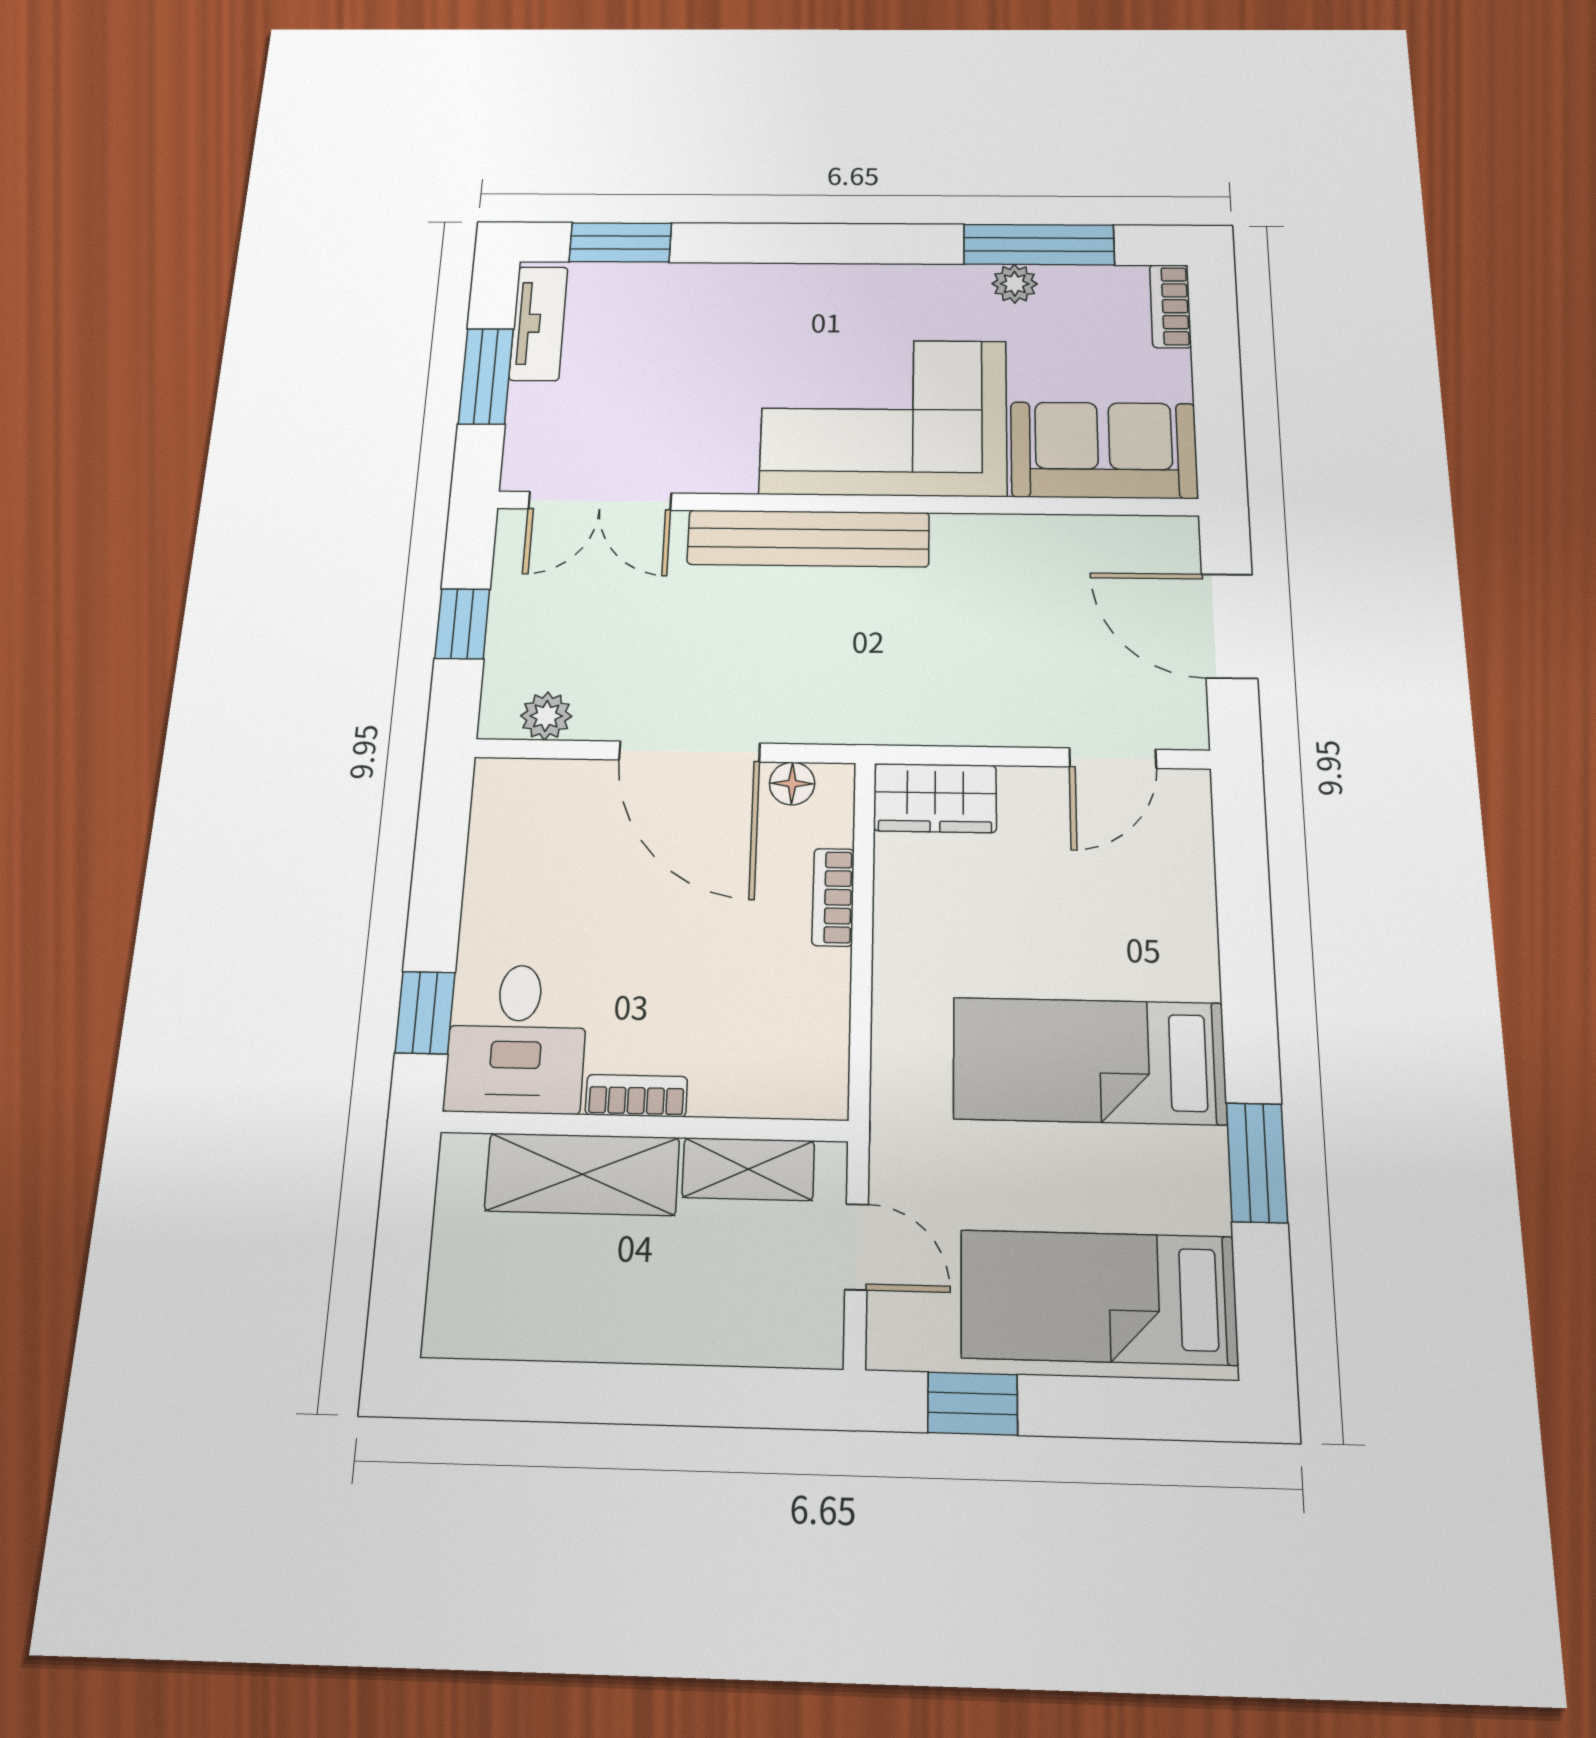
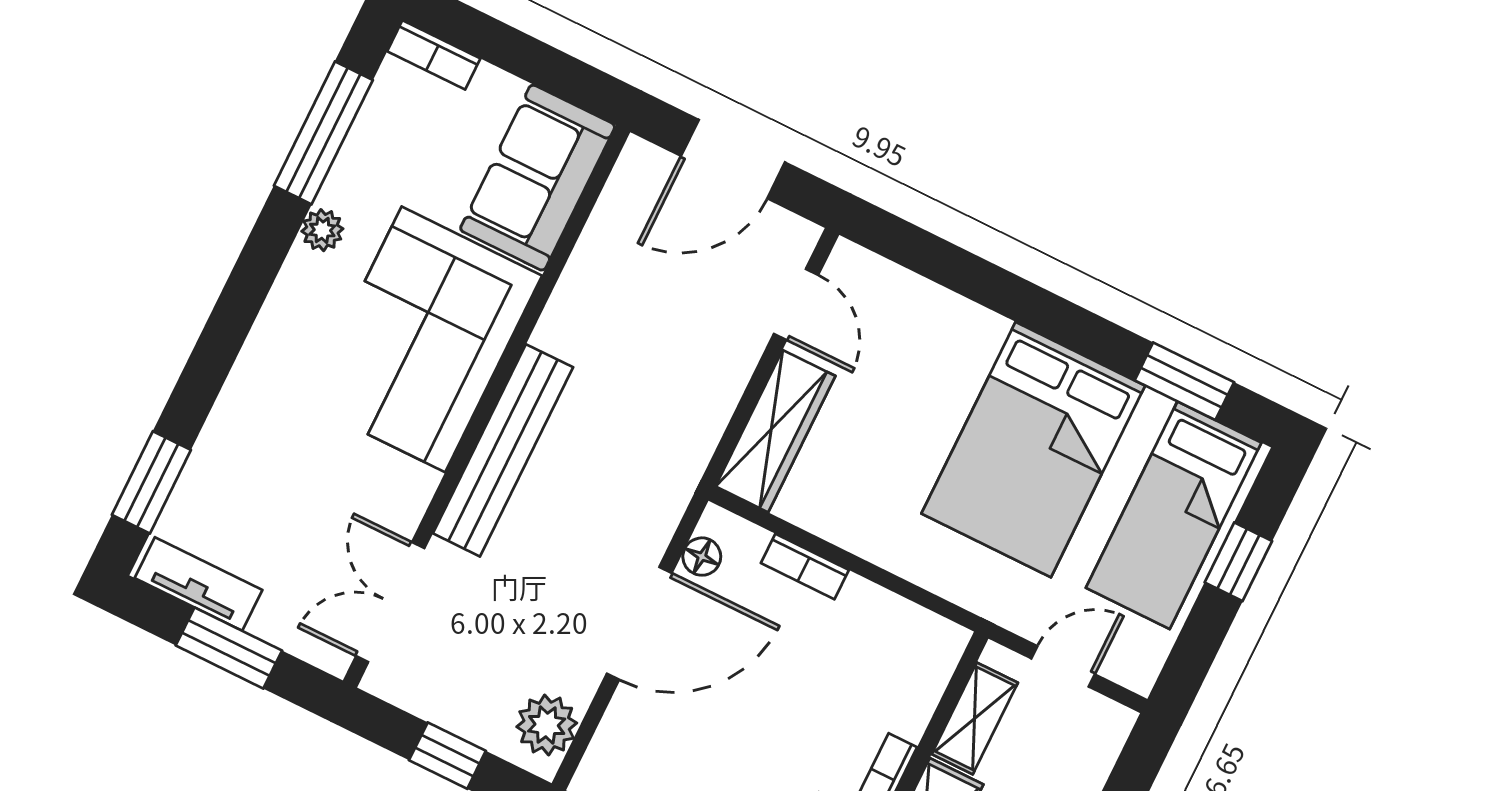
plant: (1015, 284) -> (322, 230), moved
double door: (600, 501) -> (390, 602), swing flipped
plant: (546, 716) -> (547, 725), width x1.38, depth x1.38
wardrobe: (935, 798) -> (775, 431), width x1.50
bed: (1089, 1061) -> (1033, 450), width x1.50
window: (1257, 1163) -> (1184, 381), moved
window: (973, 1404) -> (1238, 562), moved

